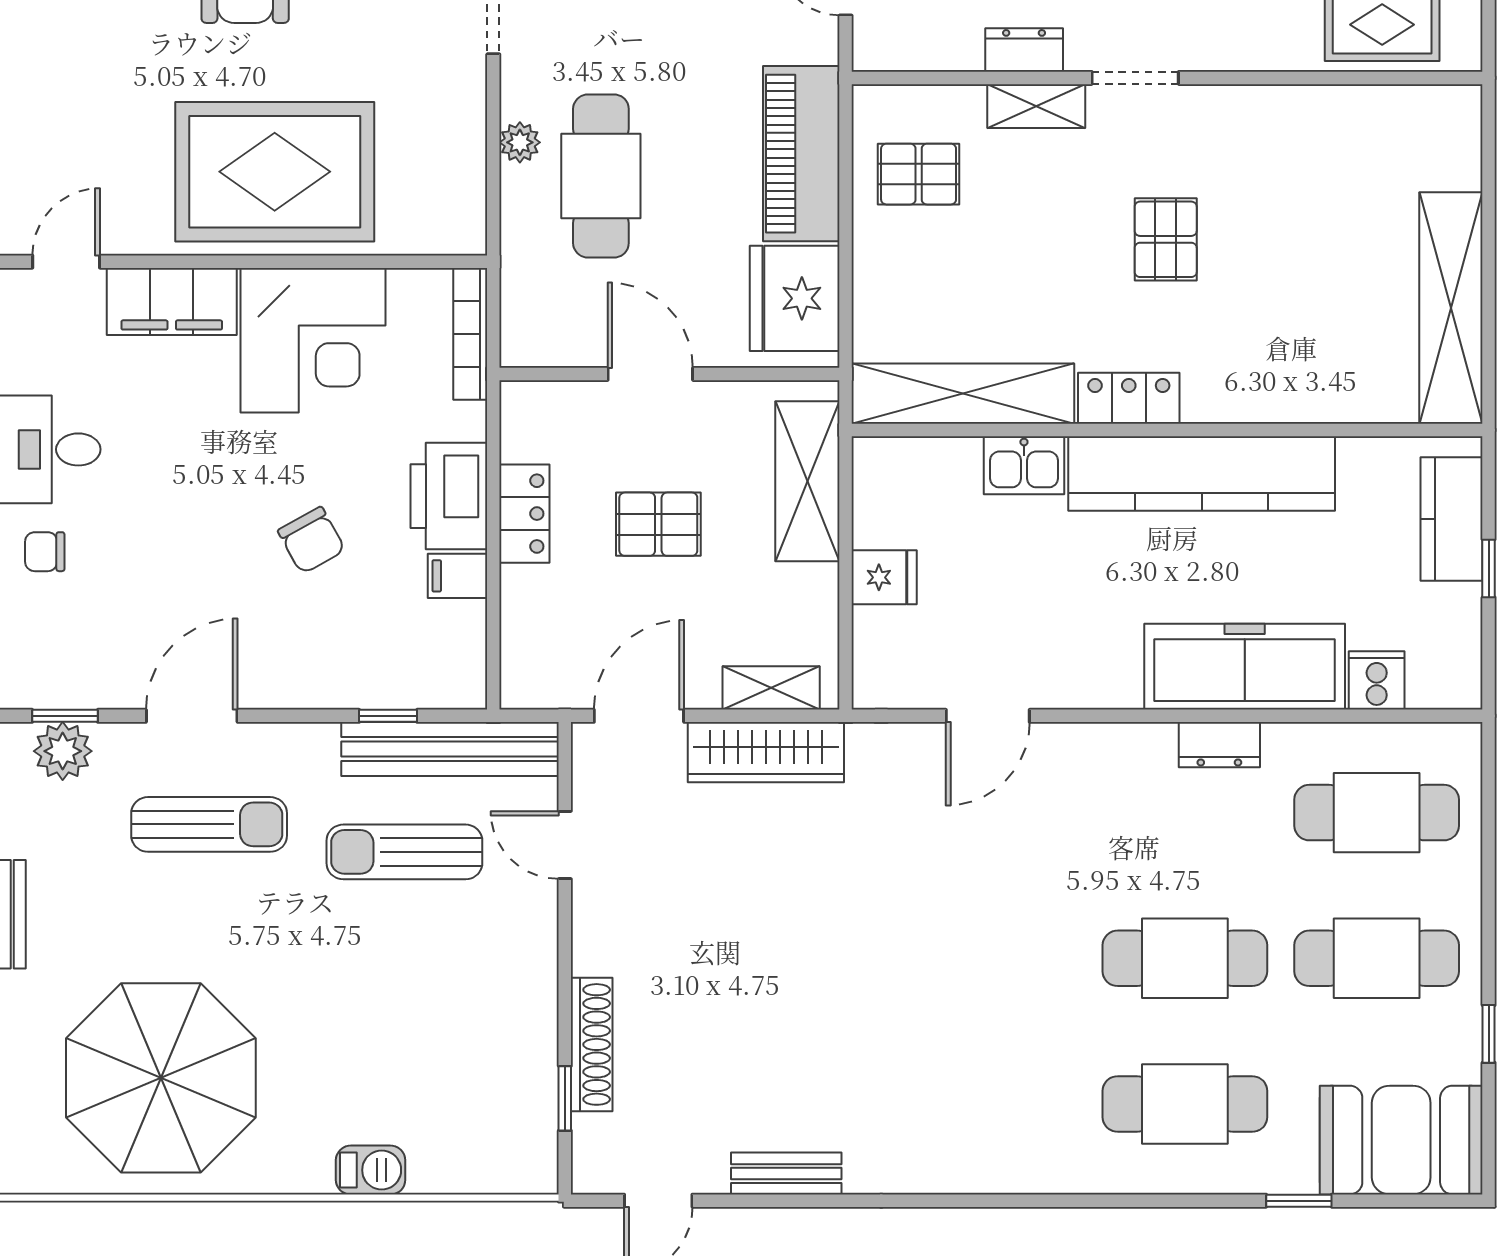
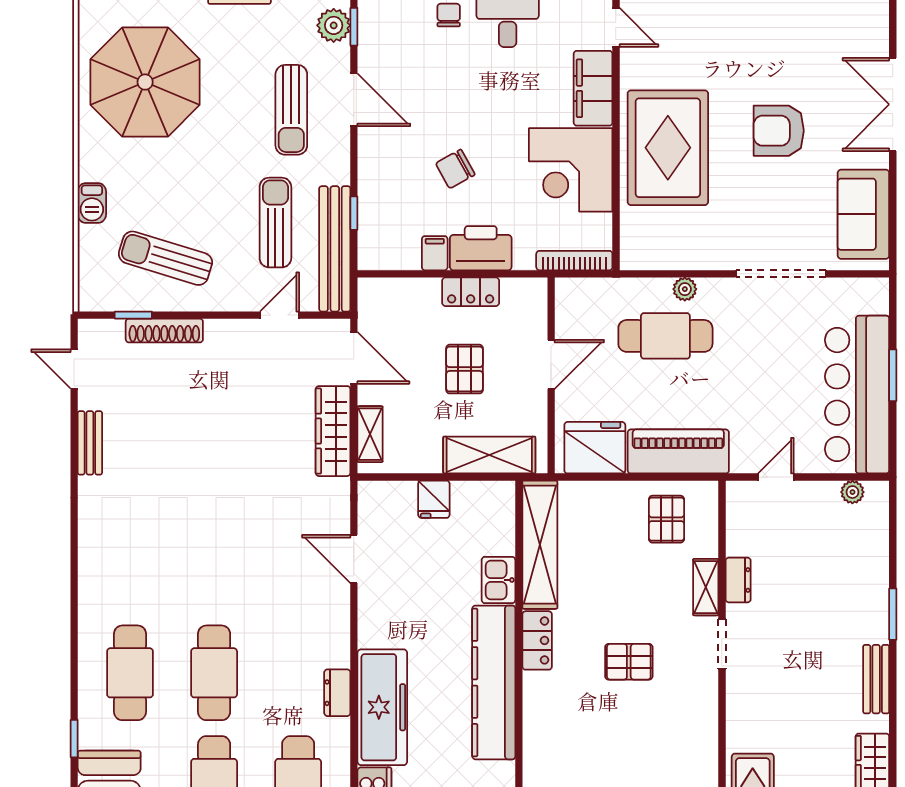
sun lounger: (466, 1042) -> (165, 258), added

